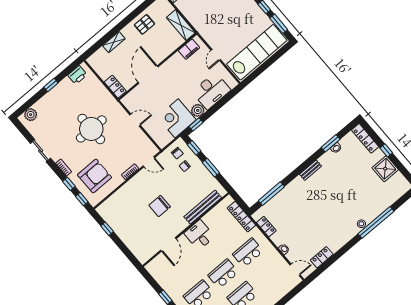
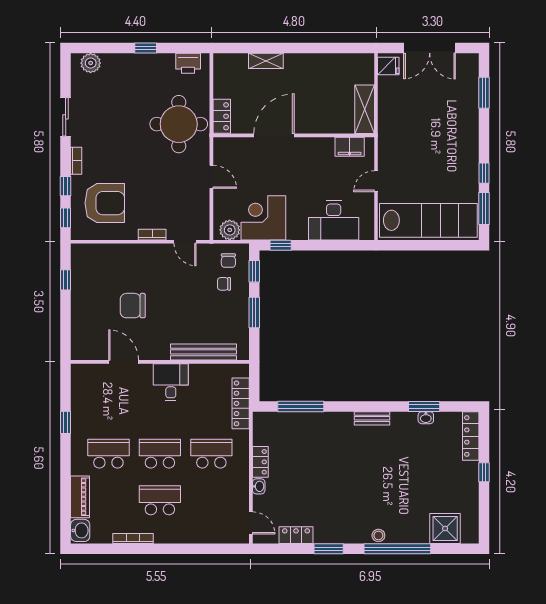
pallet: (144, 24) -> (321, 71), removed
plant: (198, 110) -> (230, 230), moved
round table: (91, 129) -> (179, 124), moved
shower: (385, 169) -> (445, 529), moved
chair: (160, 206) -> (133, 306), moved
locker: (266, 227) -> (260, 462), moved
door: (168, 244) -> (124, 362), swing flipped
window: (343, 250) -> (329, 549), added

